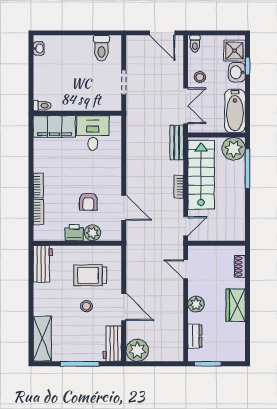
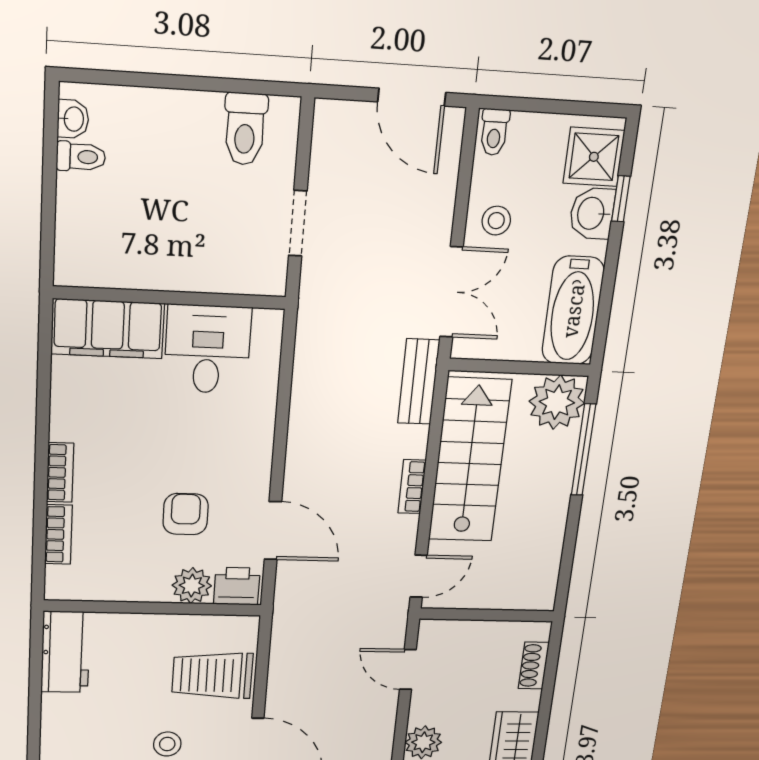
toilet: (42, 106) -> (81, 157), moved
armchair: (88, 202) -> (186, 514), turned 180
printer: (74, 233) -> (237, 586), moved
trolley: (90, 275) -> (212, 675), moved

